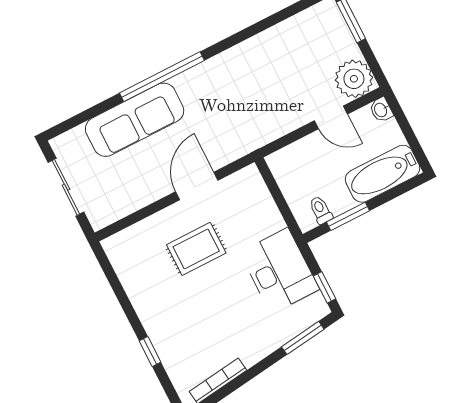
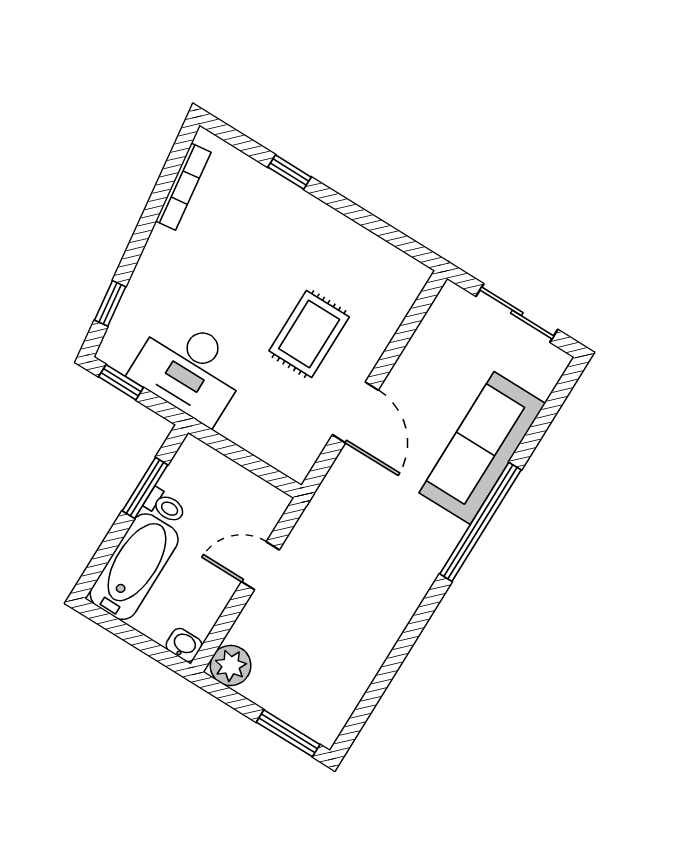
plant: (354, 79) -> (231, 665), width x0.73, depth x0.73
door: (331, 117) -> (260, 566), moved
toilet: (321, 210) -> (165, 506), moved
window: (303, 338) -> (110, 303), width x0.67

